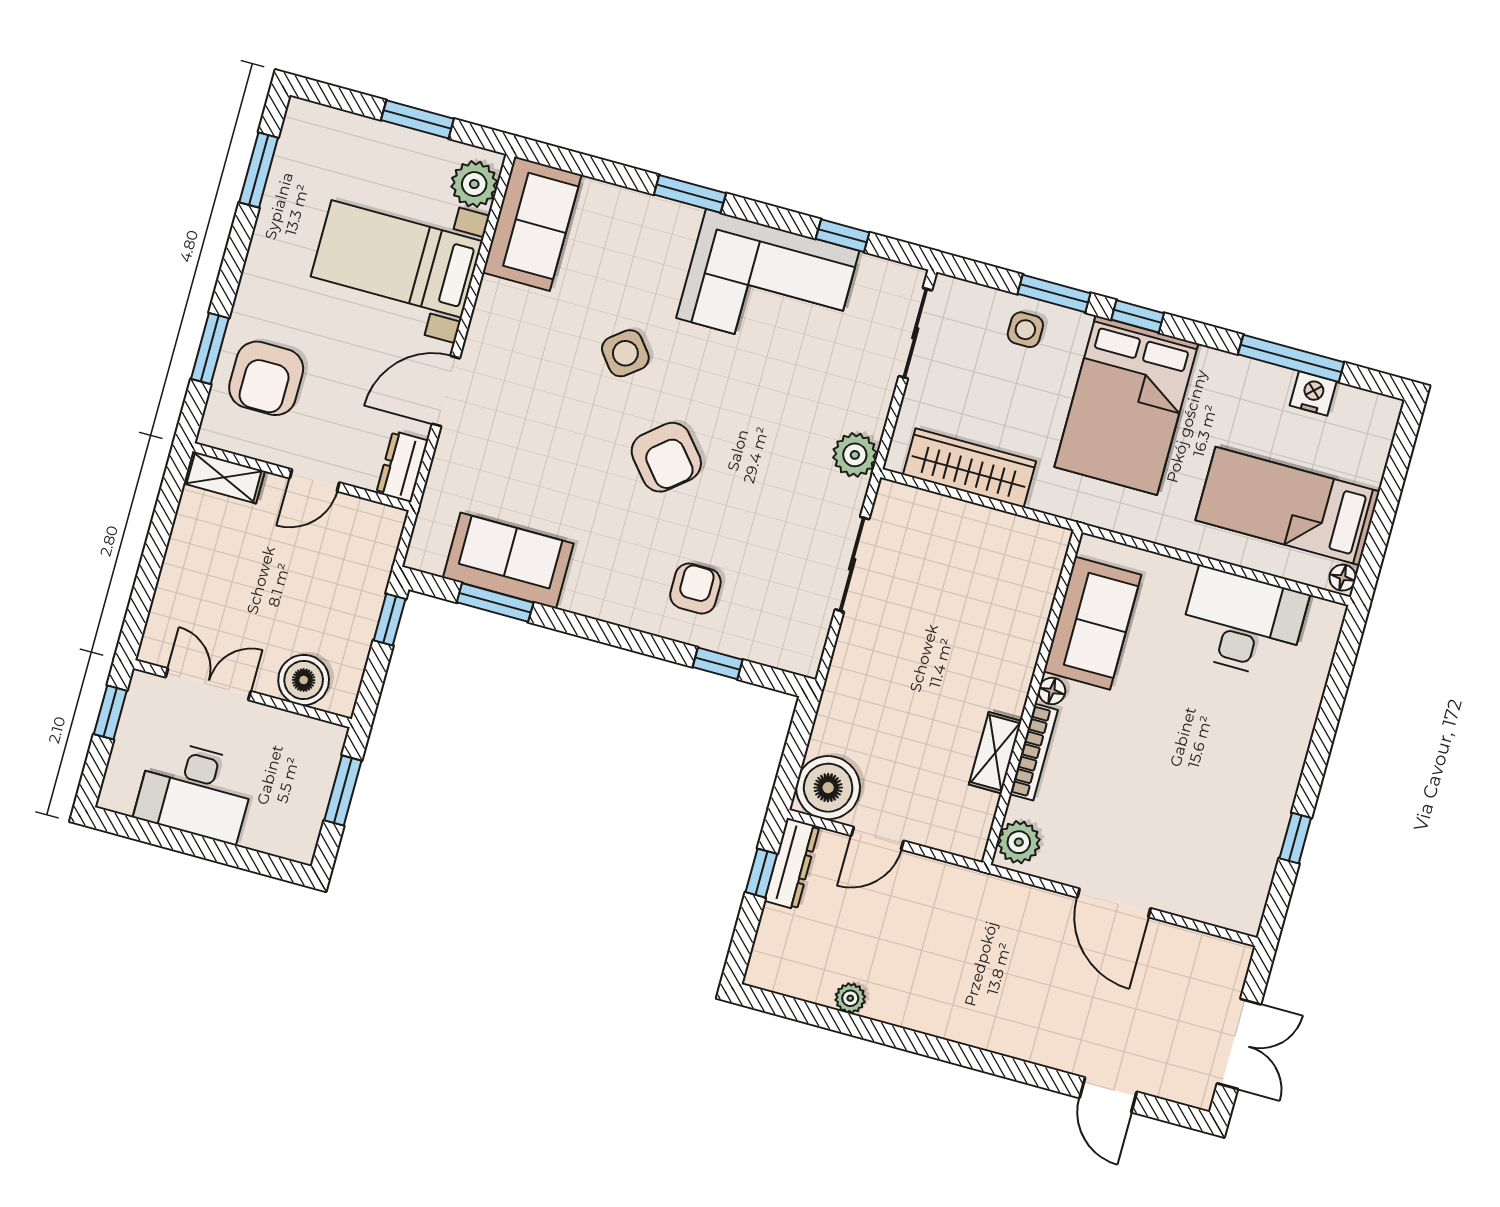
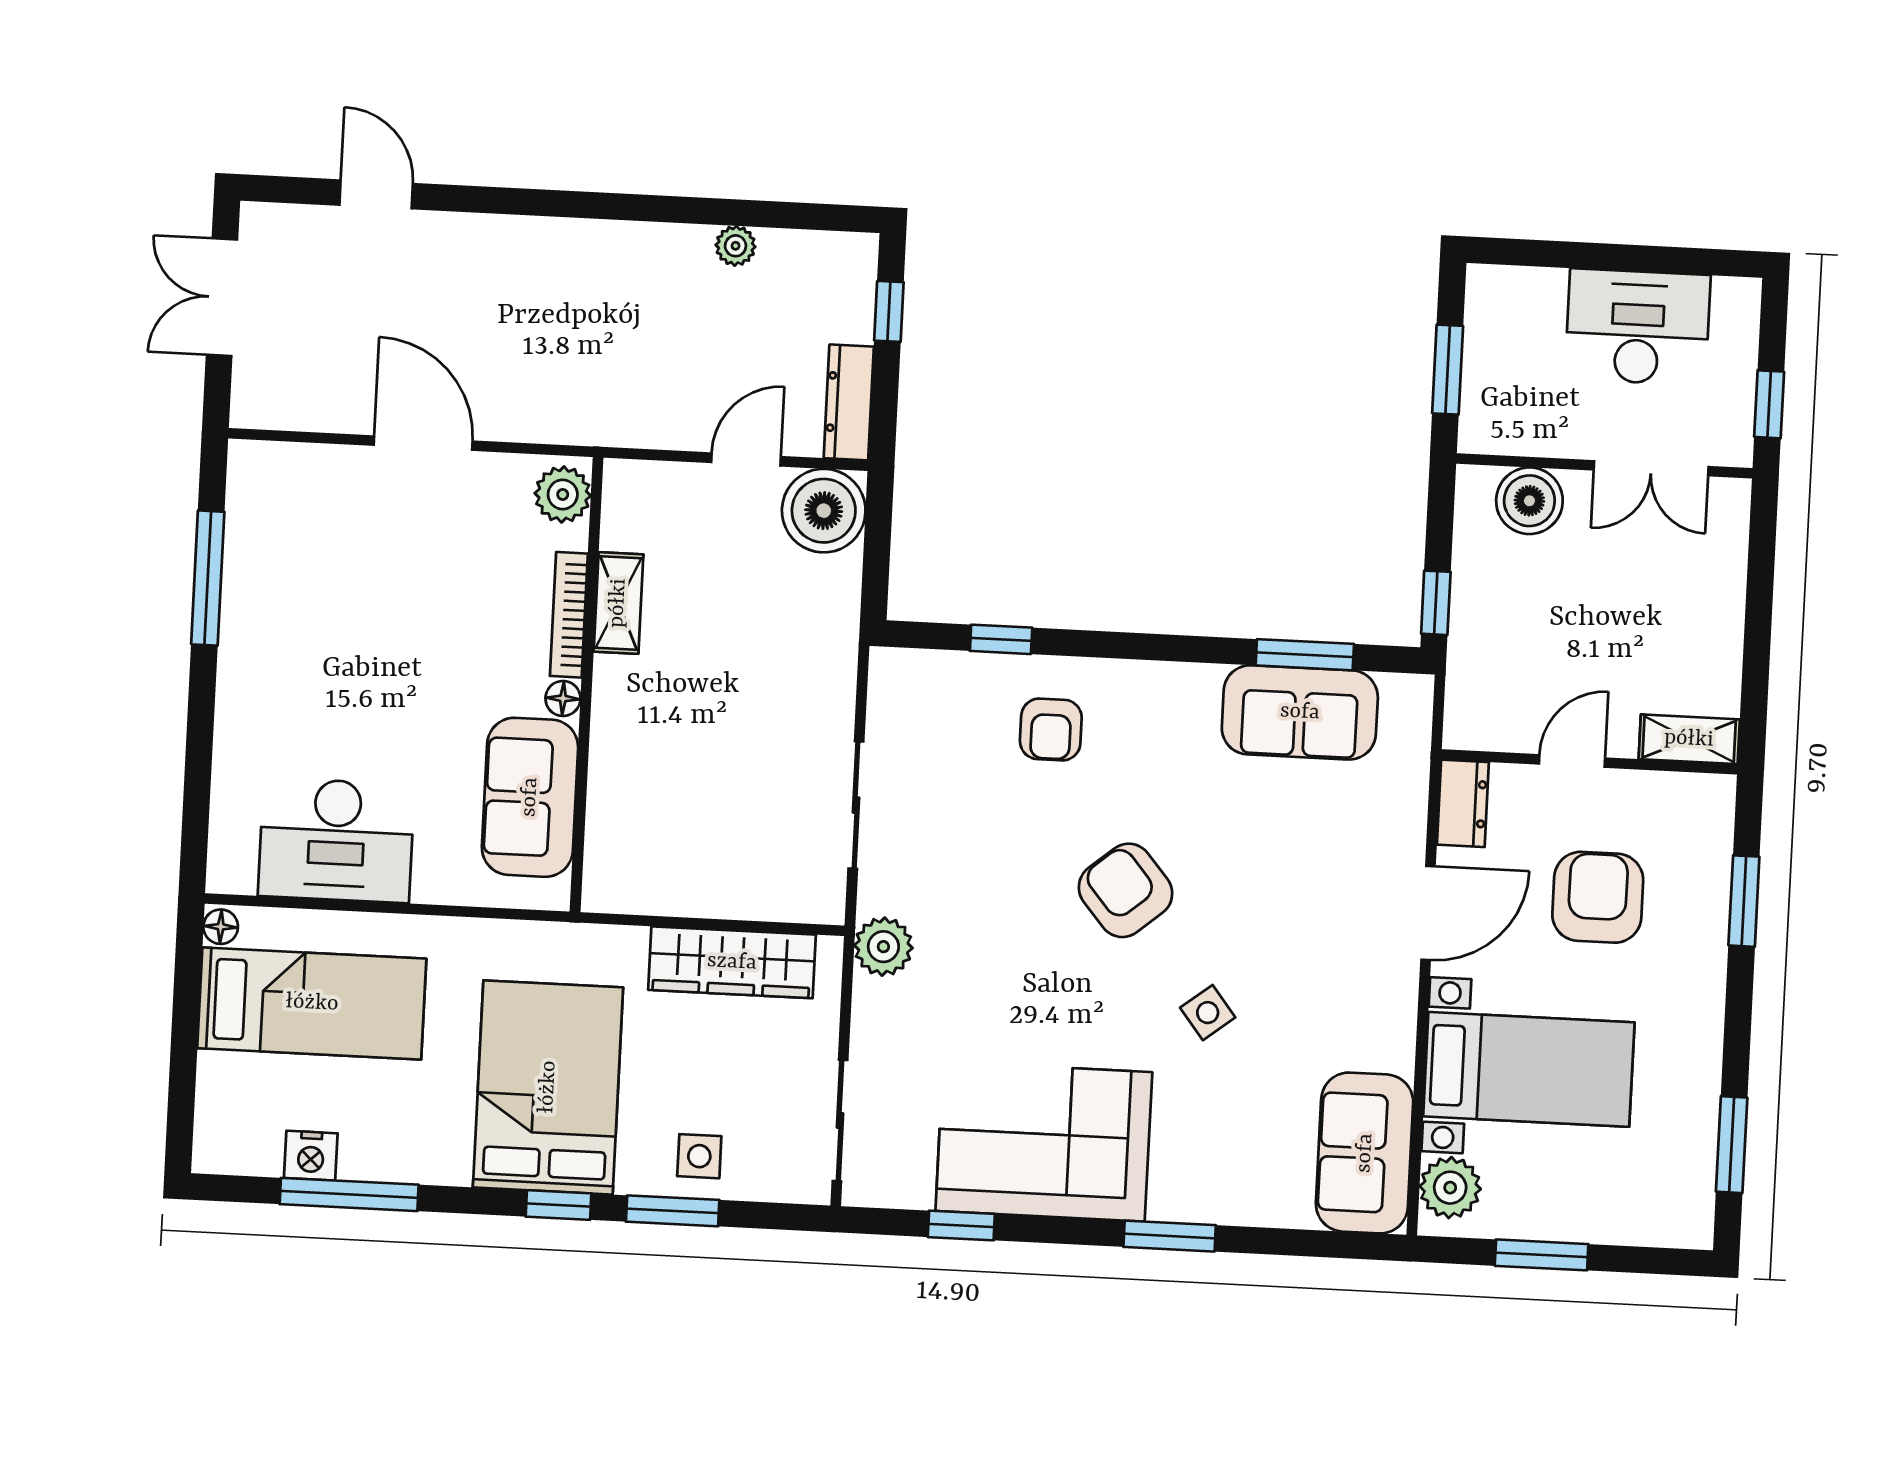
side table: (625, 353) -> (1208, 1013), width x0.73, depth x0.73
armchair: (266, 378) -> (1598, 897), moved
window: (1295, 838) -> (208, 578), width x2.17
window: (761, 873) -> (889, 311), moved

